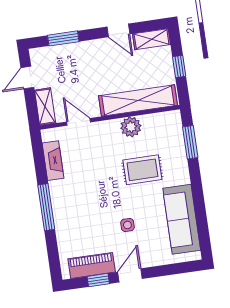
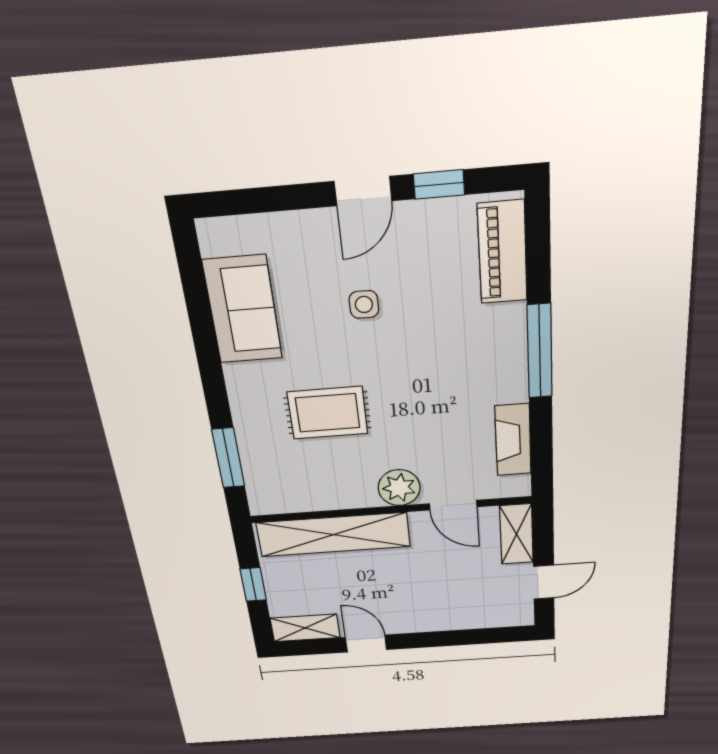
window: (63, 38) -> (468, 637), removed
plant: (131, 127) -> (399, 488), moved
sofa: (182, 219) -> (243, 310), width x0.73
piano: (92, 265) -> (502, 252), moved, turned 90

